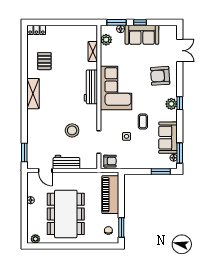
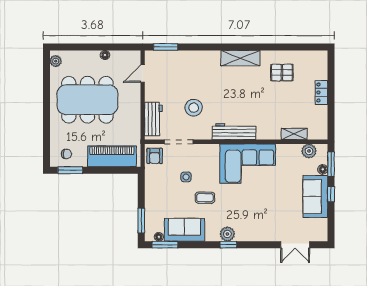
locker: (36, 30) -> (321, 92), moved
armchair: (160, 76) -> (263, 220), removed
workbench: (91, 87) -> (234, 132), moved
workbench: (66, 162) -> (153, 119), moved

